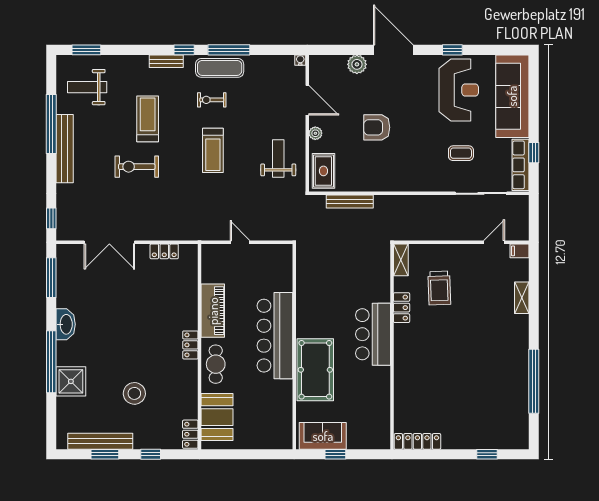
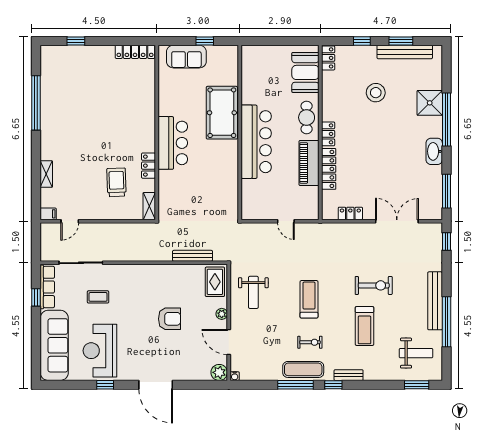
plant: (357, 64) -> (219, 372), moved
locker: (190, 304) -> (329, 169), added
sofa: (323, 436) -> (186, 57), moved

